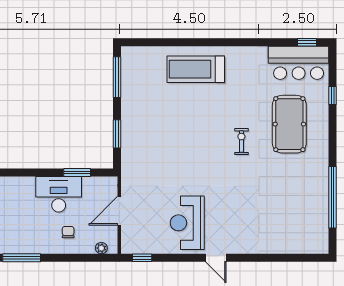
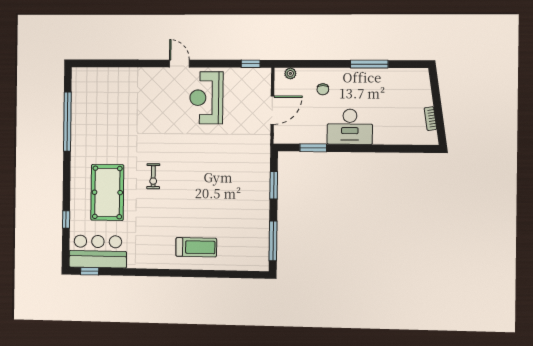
treadmill: (196, 69) -> (196, 247), width x0.73, depth x0.73
desk: (59, 194) -> (350, 127), moved
reception desk: (187, 223) -> (206, 98), turned 180

